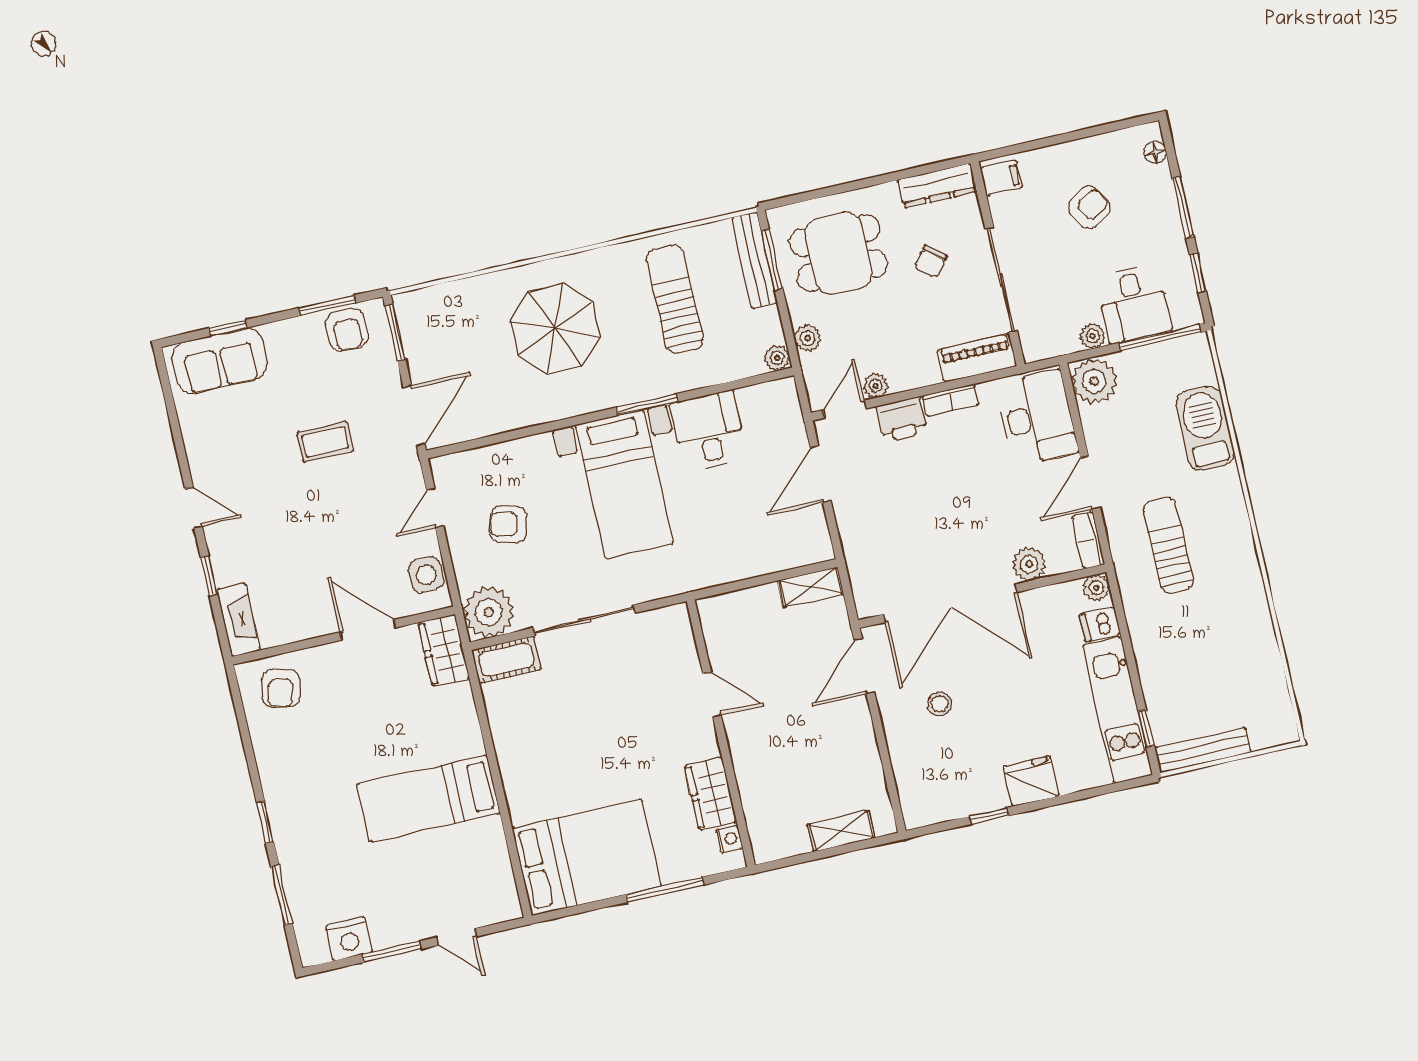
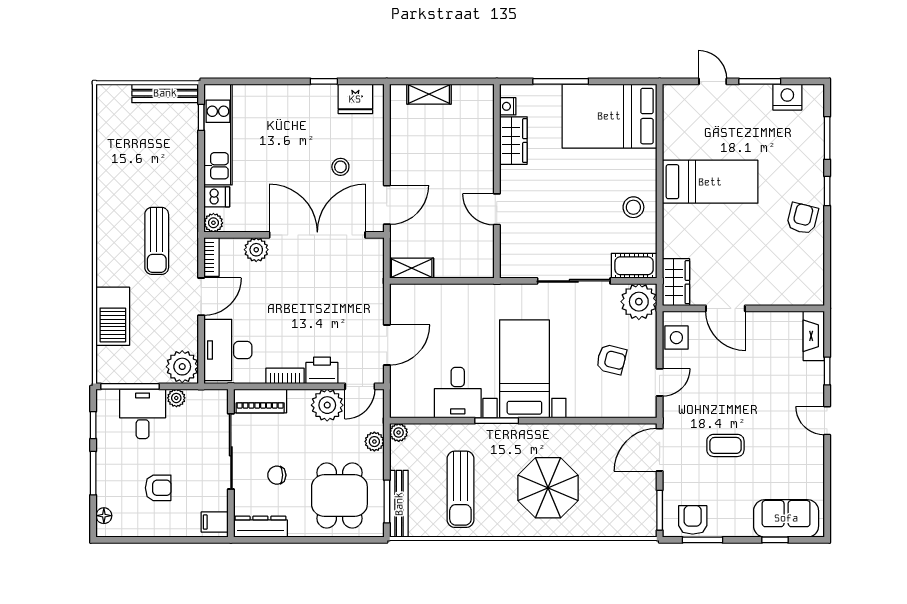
armchair: (1089, 207) -> (158, 488), turned -150
dining table: (839, 253) -> (339, 496), turned 90
chair: (931, 262) -> (277, 475), turned -130
plant: (876, 386) -> (327, 405), width x1.88, depth x1.88
armchair: (281, 688) -> (802, 218), moved
stool: (526, 740) -> (633, 207), added
fridge: (1031, 781) -> (355, 99), moved

